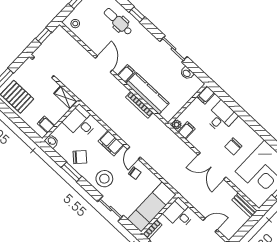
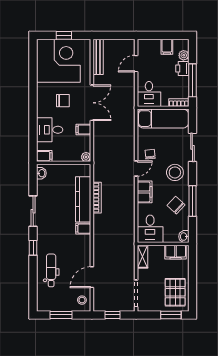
window: (137, 14) -> (33, 248), moved
dental chair: (118, 22) -> (51, 270), turned 180
door: (104, 64) -> (92, 277), moved
washbasin: (187, 73) -> (41, 173), moved
filing cabinet: (46, 125) -> (176, 252), width x2.00
filing cabinet: (186, 130) -> (83, 129), moved
window: (72, 172) -> (192, 201), width x1.44
bench: (244, 205) -> (98, 57), width x1.36
door: (210, 225) -> (136, 64), hinge flipped

